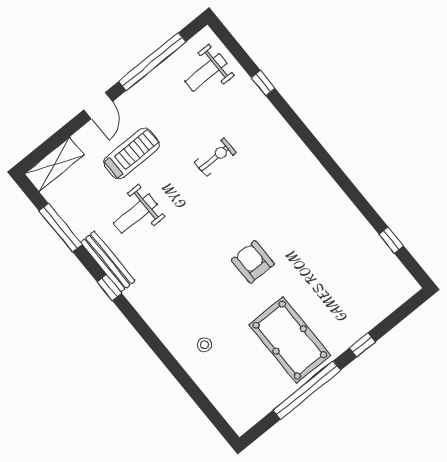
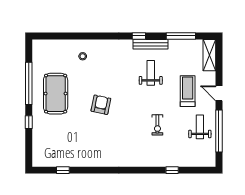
weight bench: (206, 72) -> (200, 127), moved
treadmill: (132, 153) -> (188, 91), turned 180
weight bench: (135, 214) -> (151, 73), moved
armchair: (253, 262) -> (101, 105), turned -78
pool table: (290, 340) -> (56, 94), turned 90

